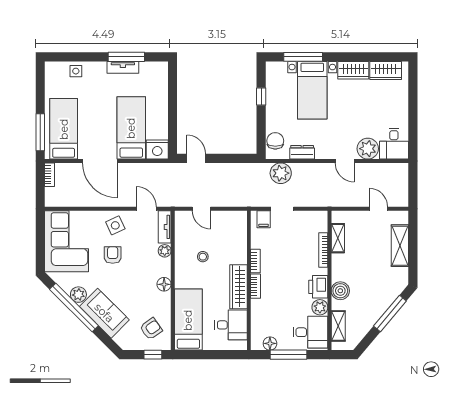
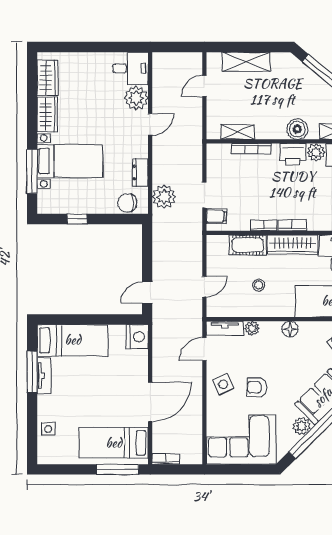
bed: (131, 128) -> (73, 340), moved, turned 180
cot: (238, 247) -> (248, 245), added

